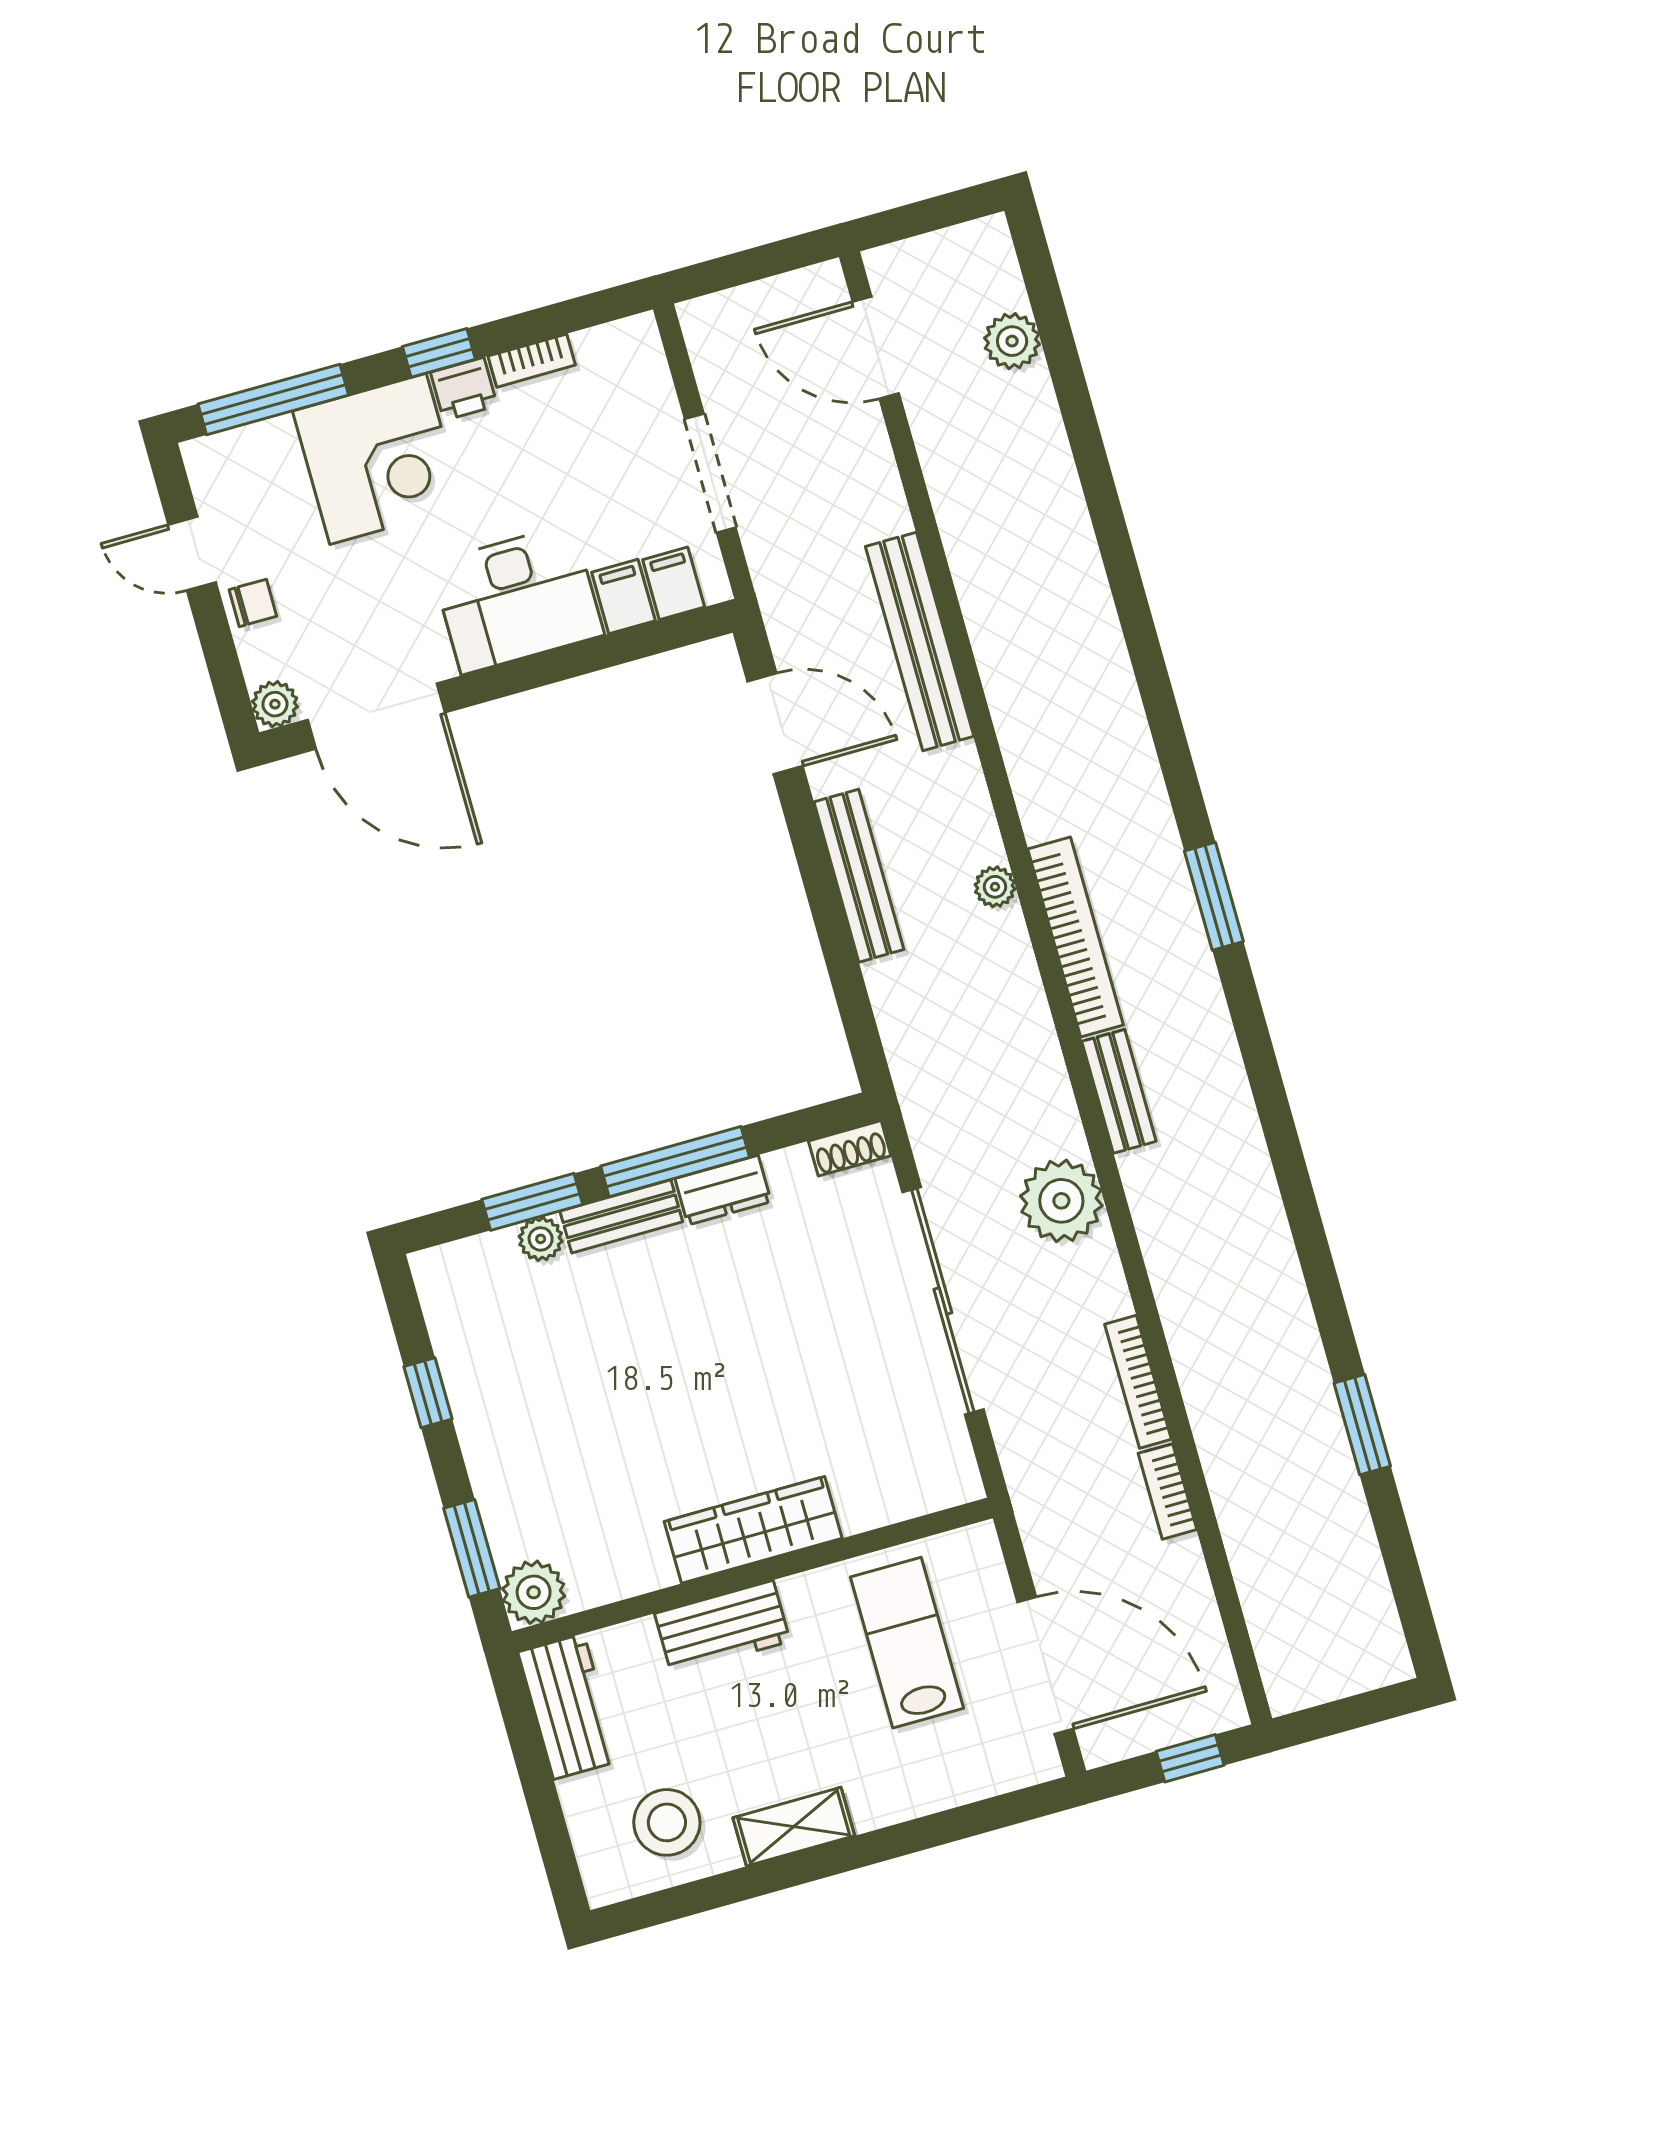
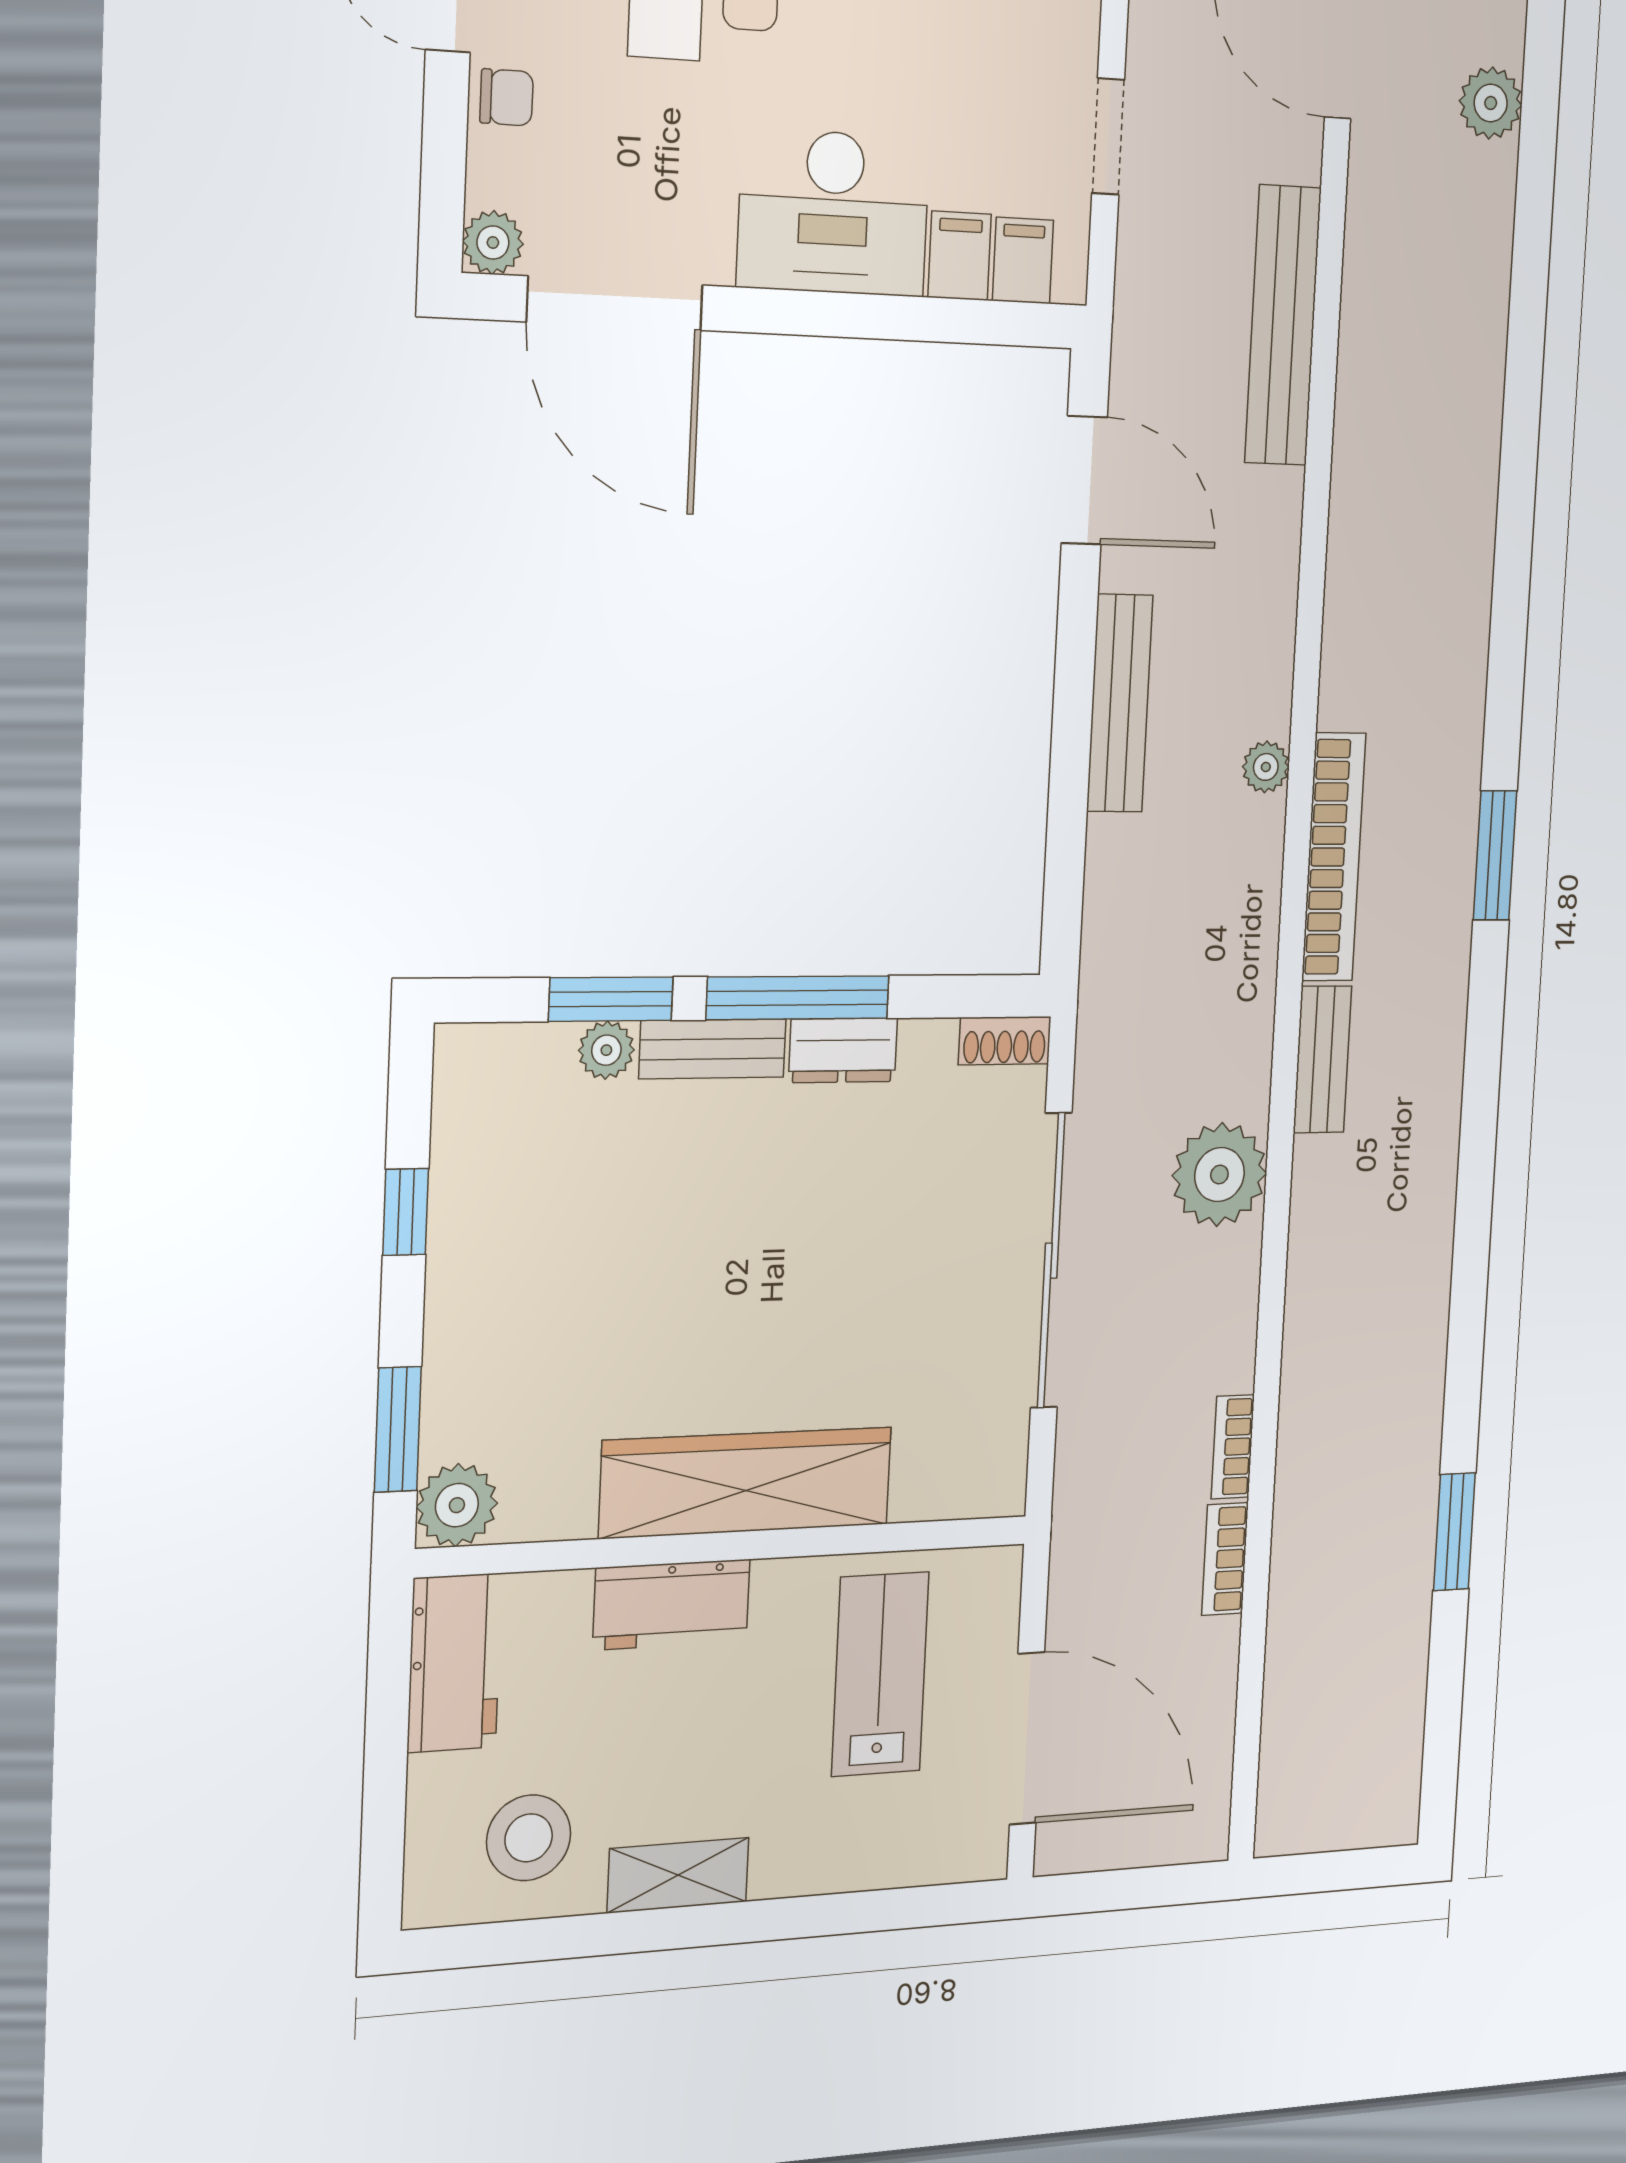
doorway: (710, 473) -> (1108, 136), width x0.73
bench: (920, 641) -> (1283, 325), moved
bookcase: (1138, 1382) -> (1233, 1447), width x0.64
wardrobe: (753, 1530) -> (746, 1483), width x1.40, depth x1.17
window: (1190, 1758) -> (1150, 1887), removed

